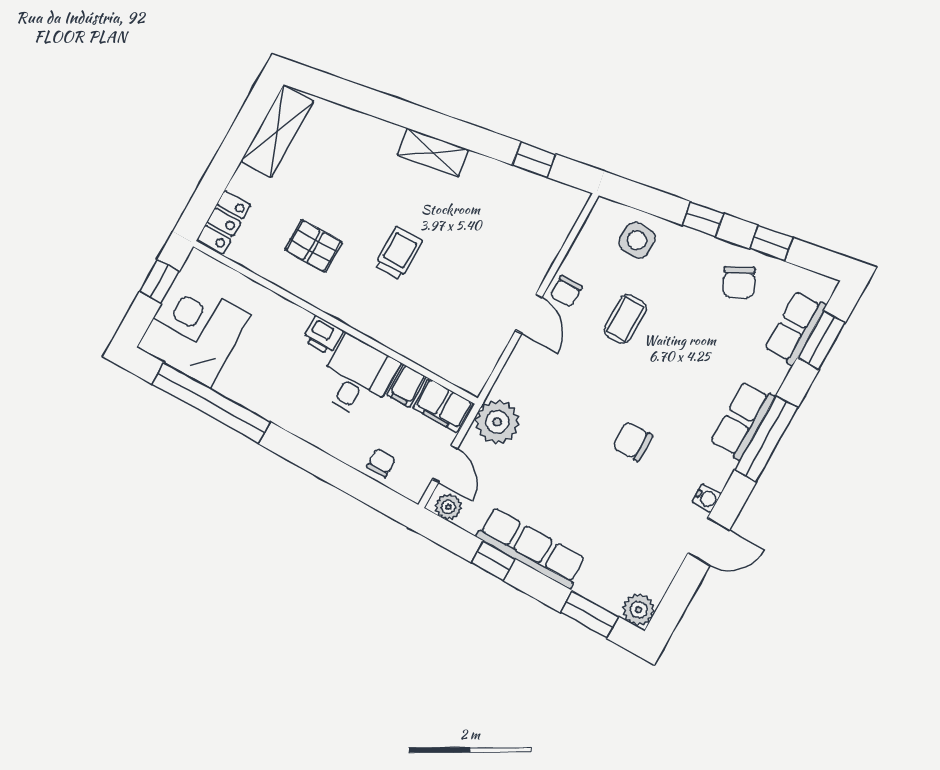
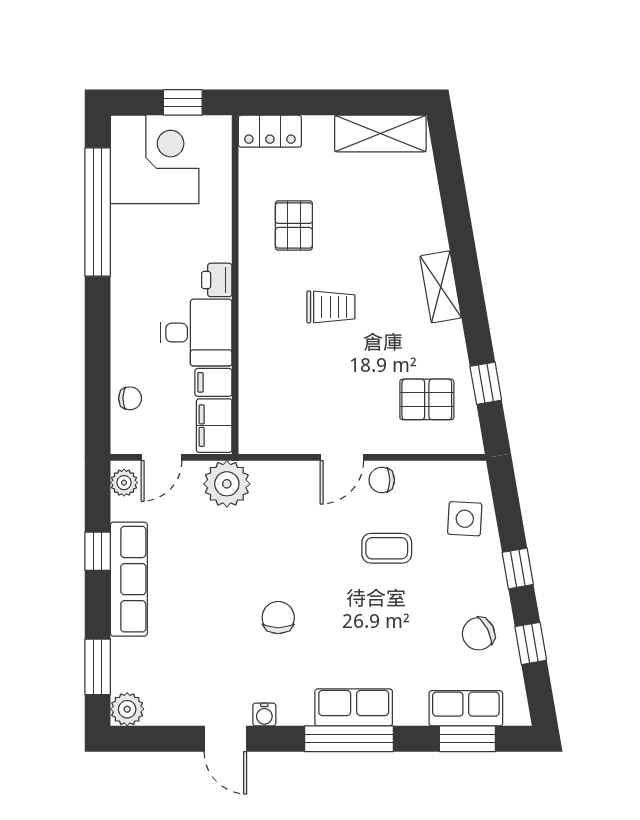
pallet: (520, 216) -> (427, 399), added

